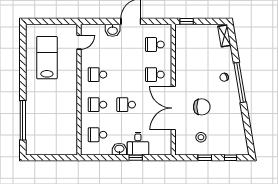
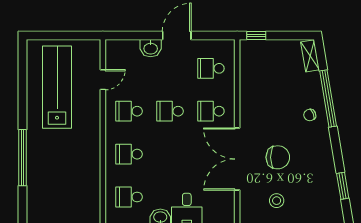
door: (79, 42) -> (103, 80), moved
lab bench: (47, 58) -> (57, 87), width x1.36
window: (240, 83) -> (328, 99), moved
school desk: (126, 105) -> (170, 111), moved
window: (23, 120) -> (23, 158), moved
window: (247, 127) -> (343, 186), added

